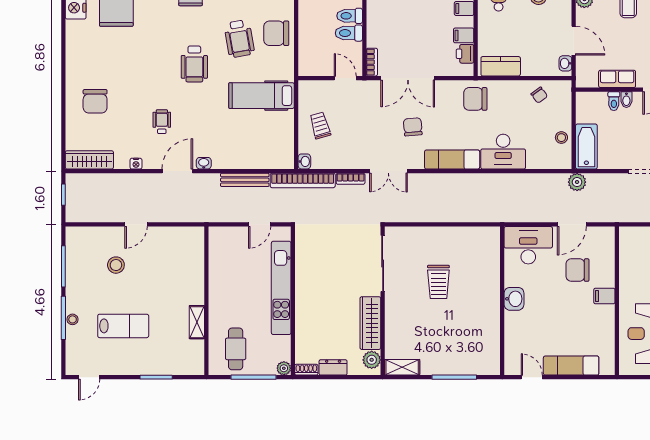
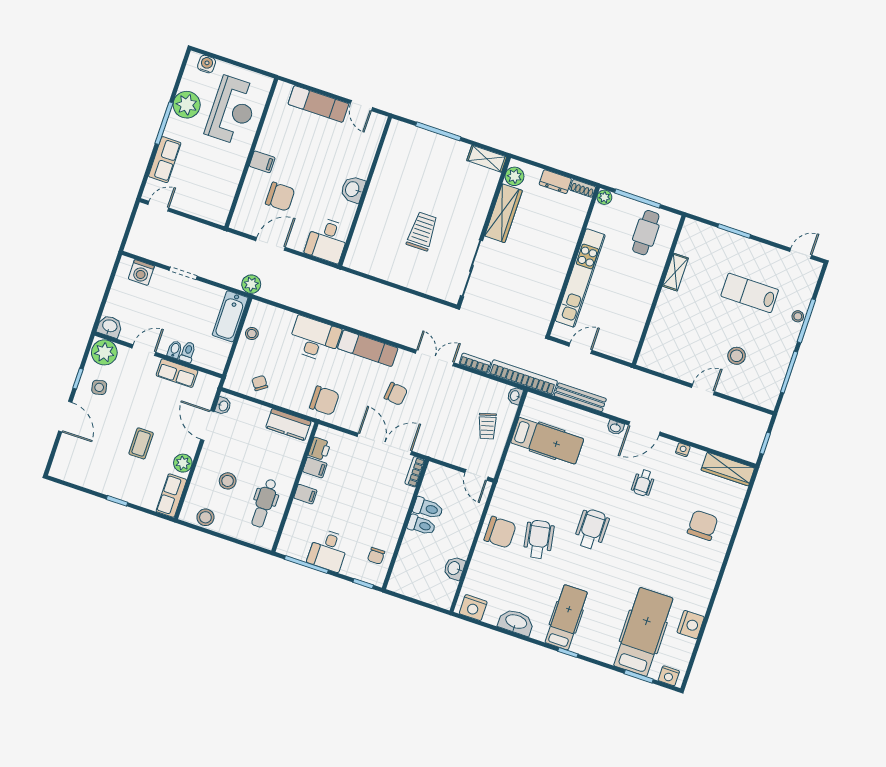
door: (345, 78) -> (476, 475), moved
hospital bed: (261, 96) -> (547, 441), moved
chair: (413, 127) -> (396, 394), turned -79
desk: (528, 245) -> (327, 240), width x0.73

